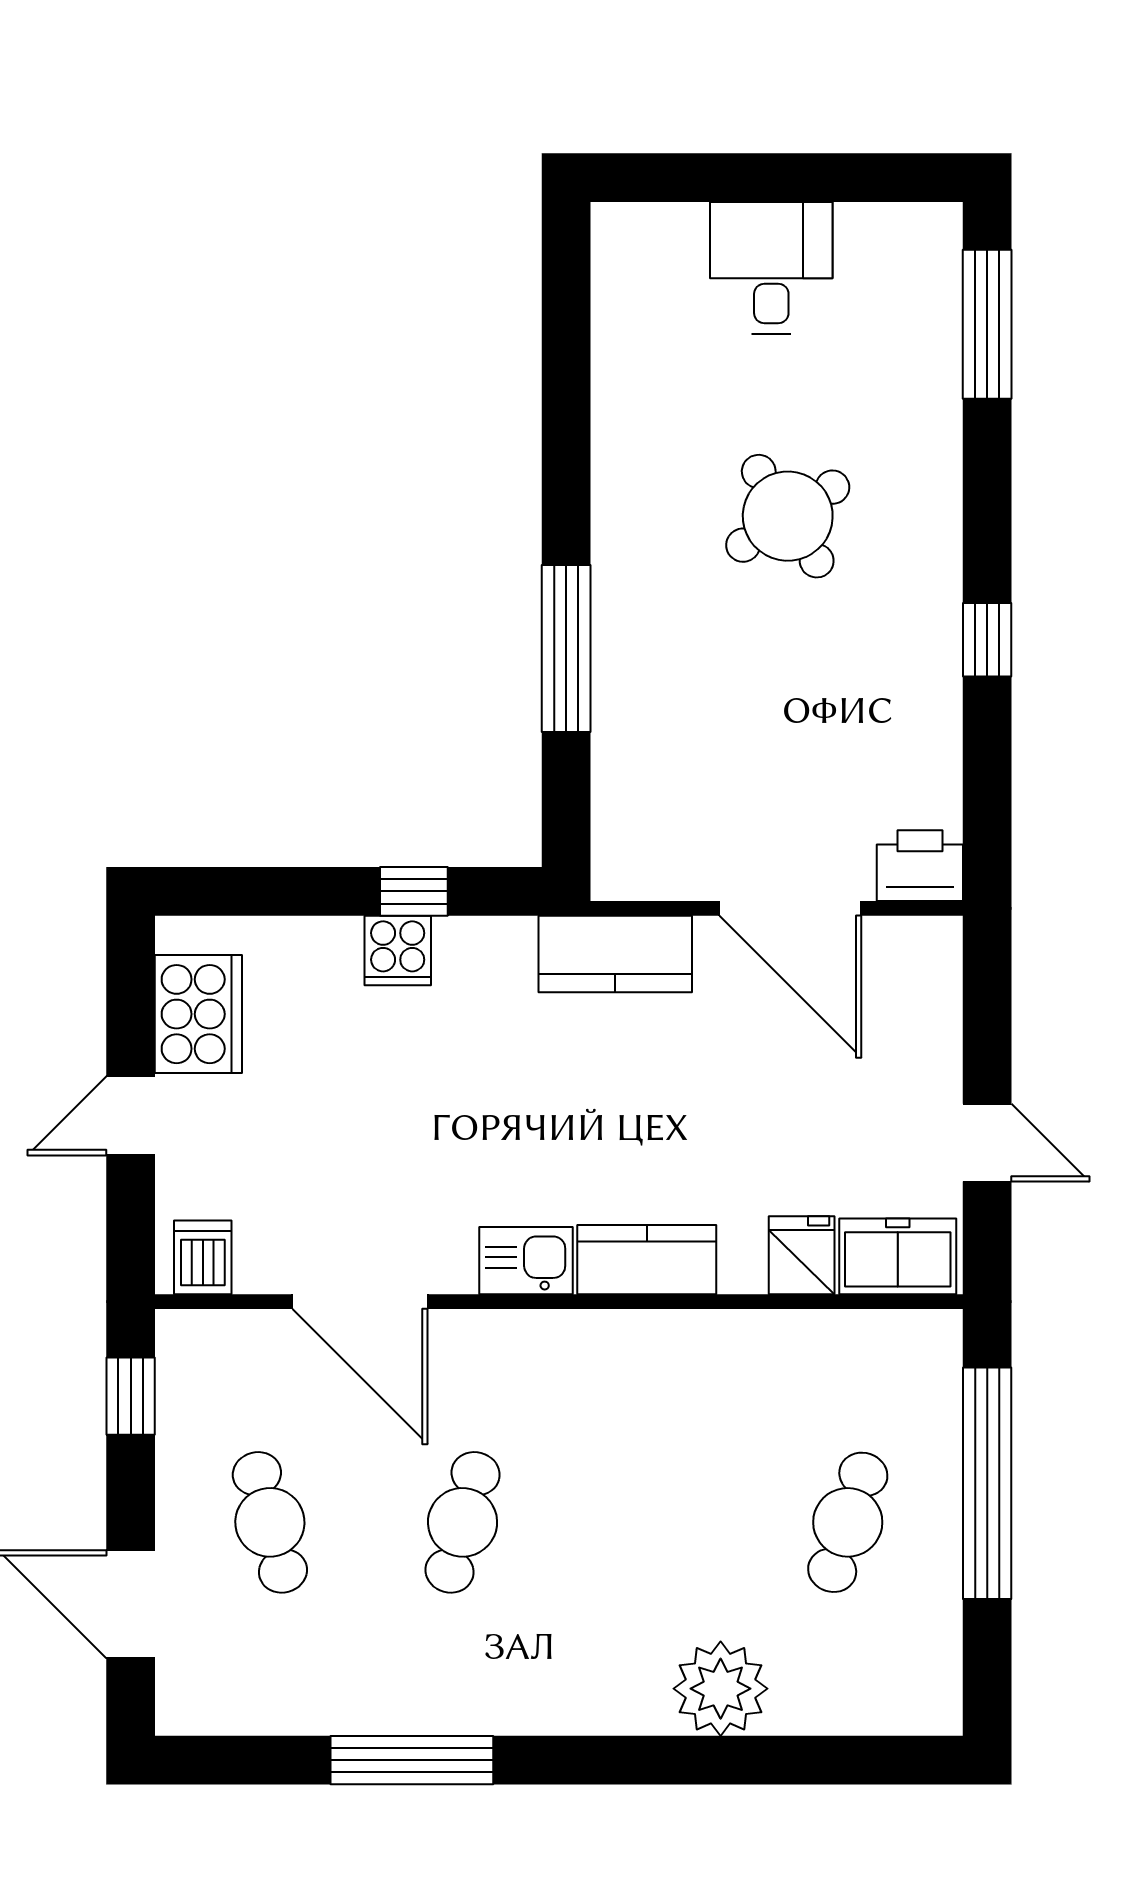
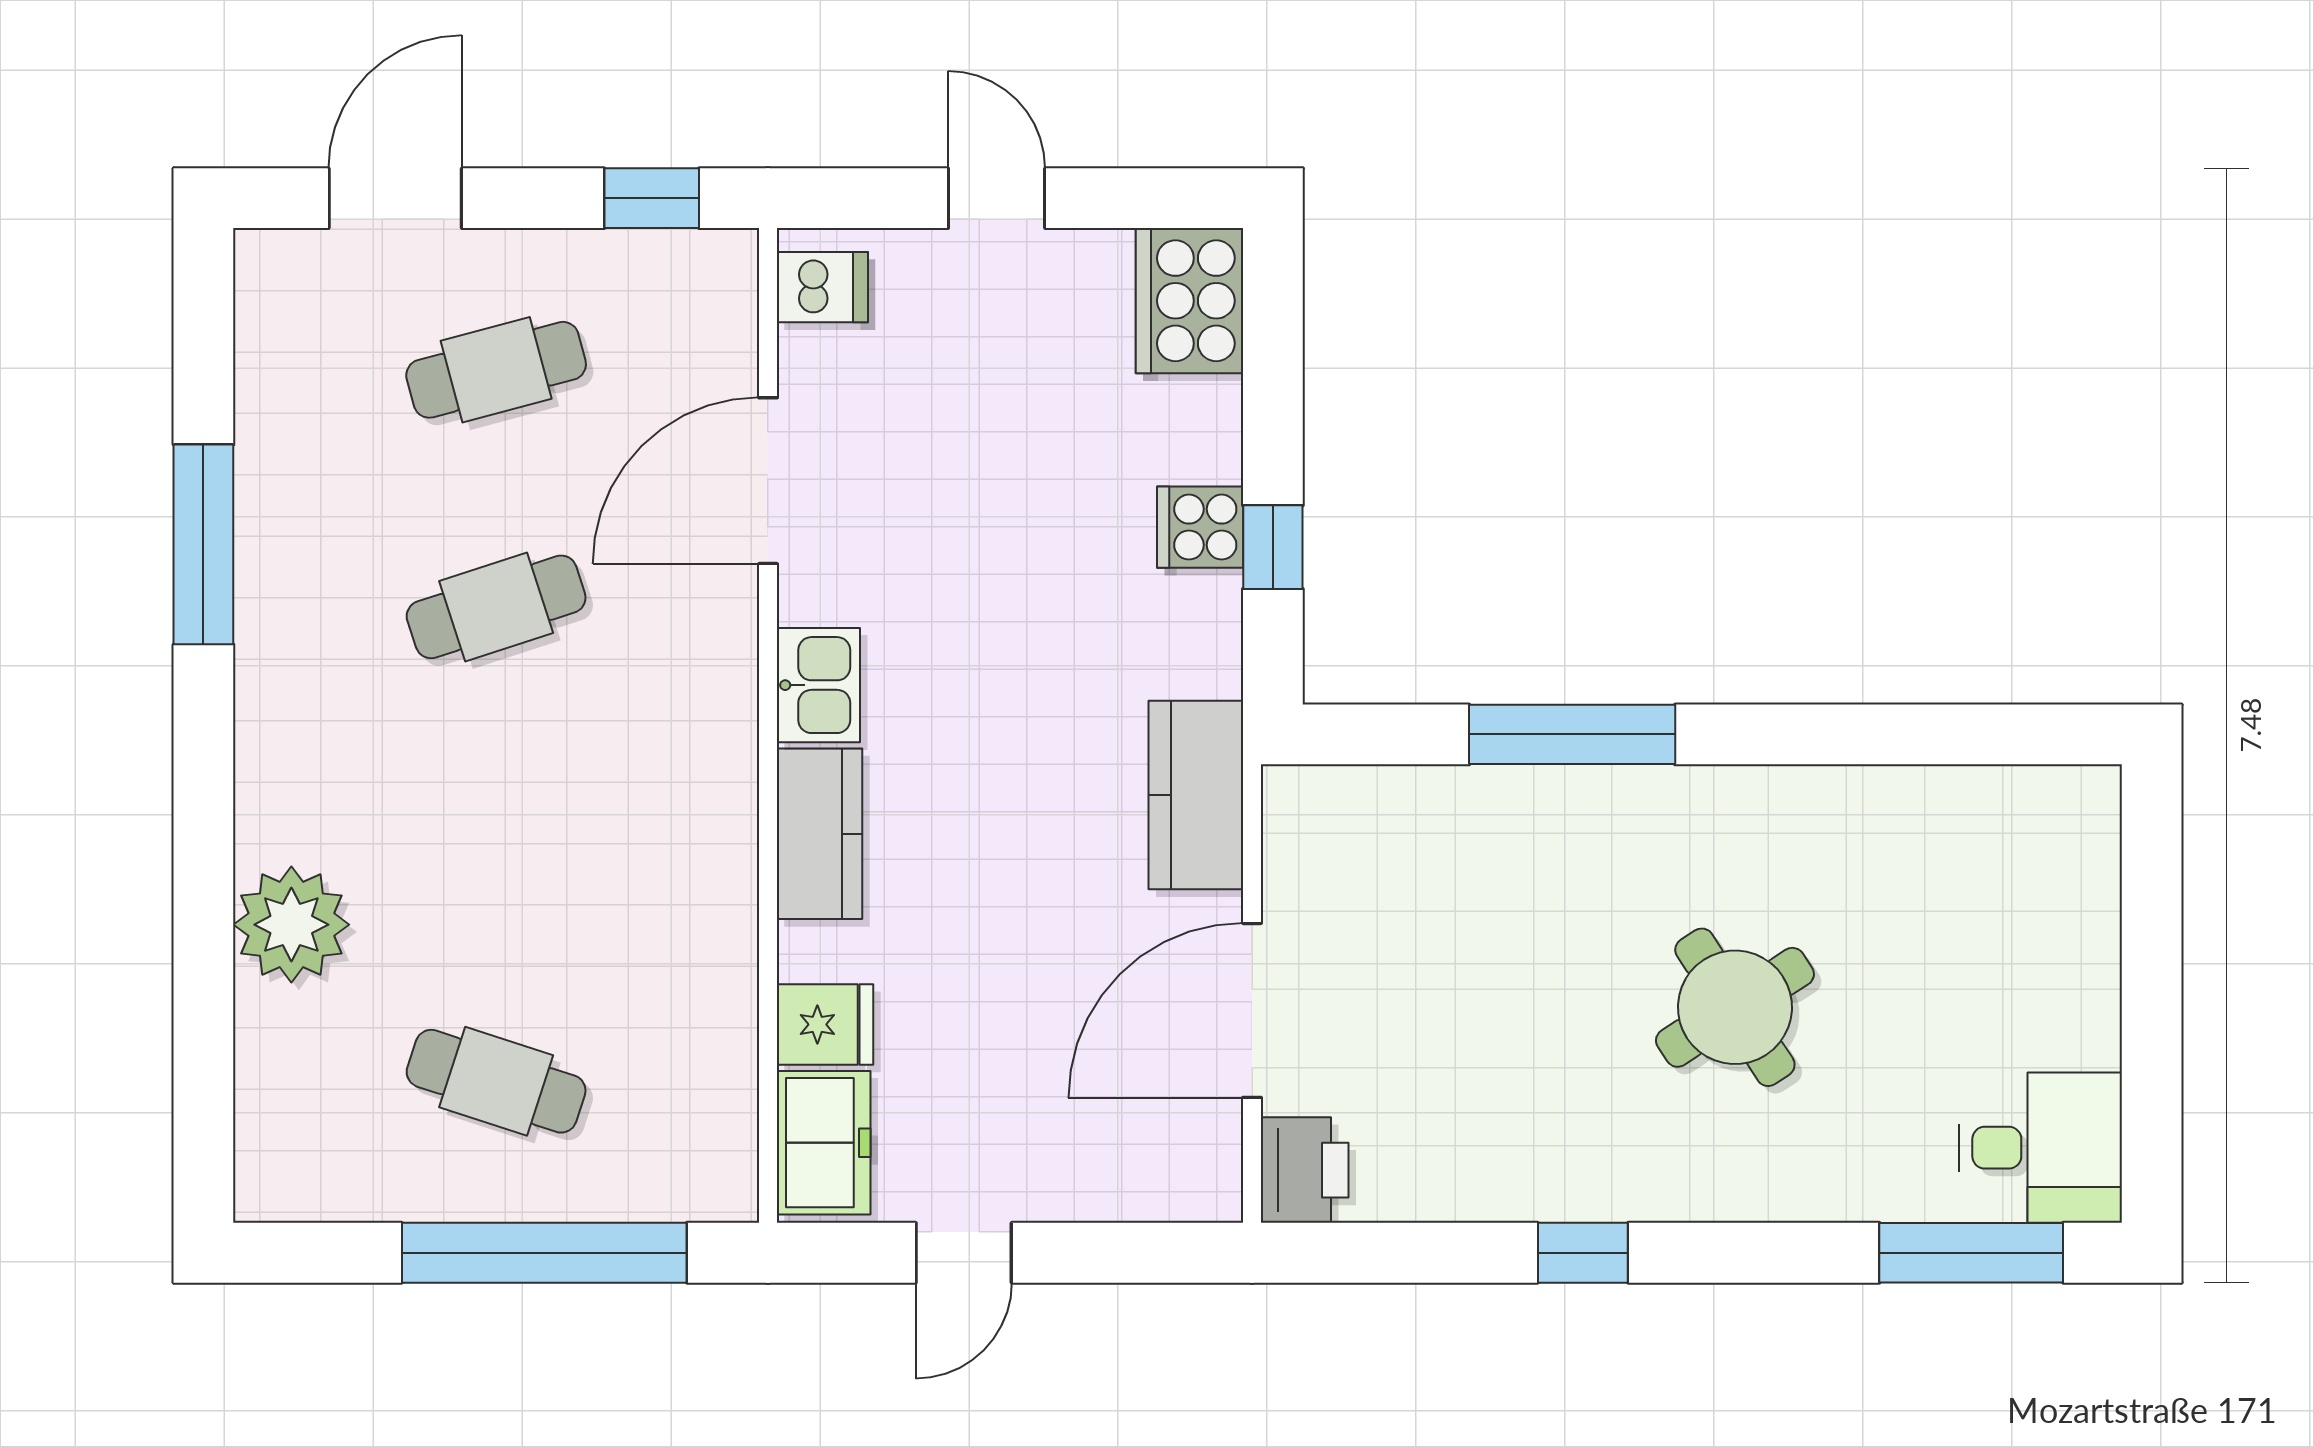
desk: (771, 268) -> (2041, 1148), moved
cooker: (198, 1014) -> (1189, 301), moved, turned 90
cafe table: (463, 1522) -> (496, 607), turned -33

